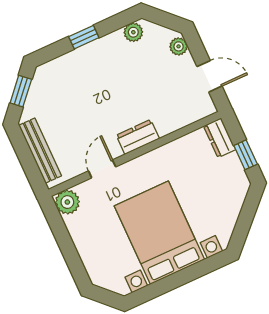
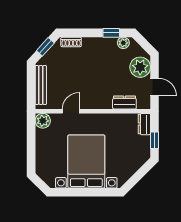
window: (84, 37) -> (111, 33), moved
plant: (179, 46) -> (140, 67), width x1.87, depth x1.87
shoe rack: (56, 66) -> (71, 42), added
dresser: (138, 137) -> (124, 102), moved

